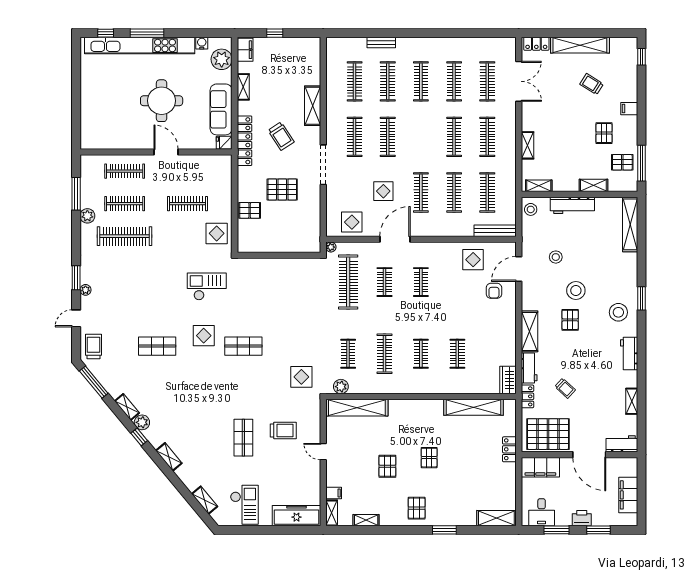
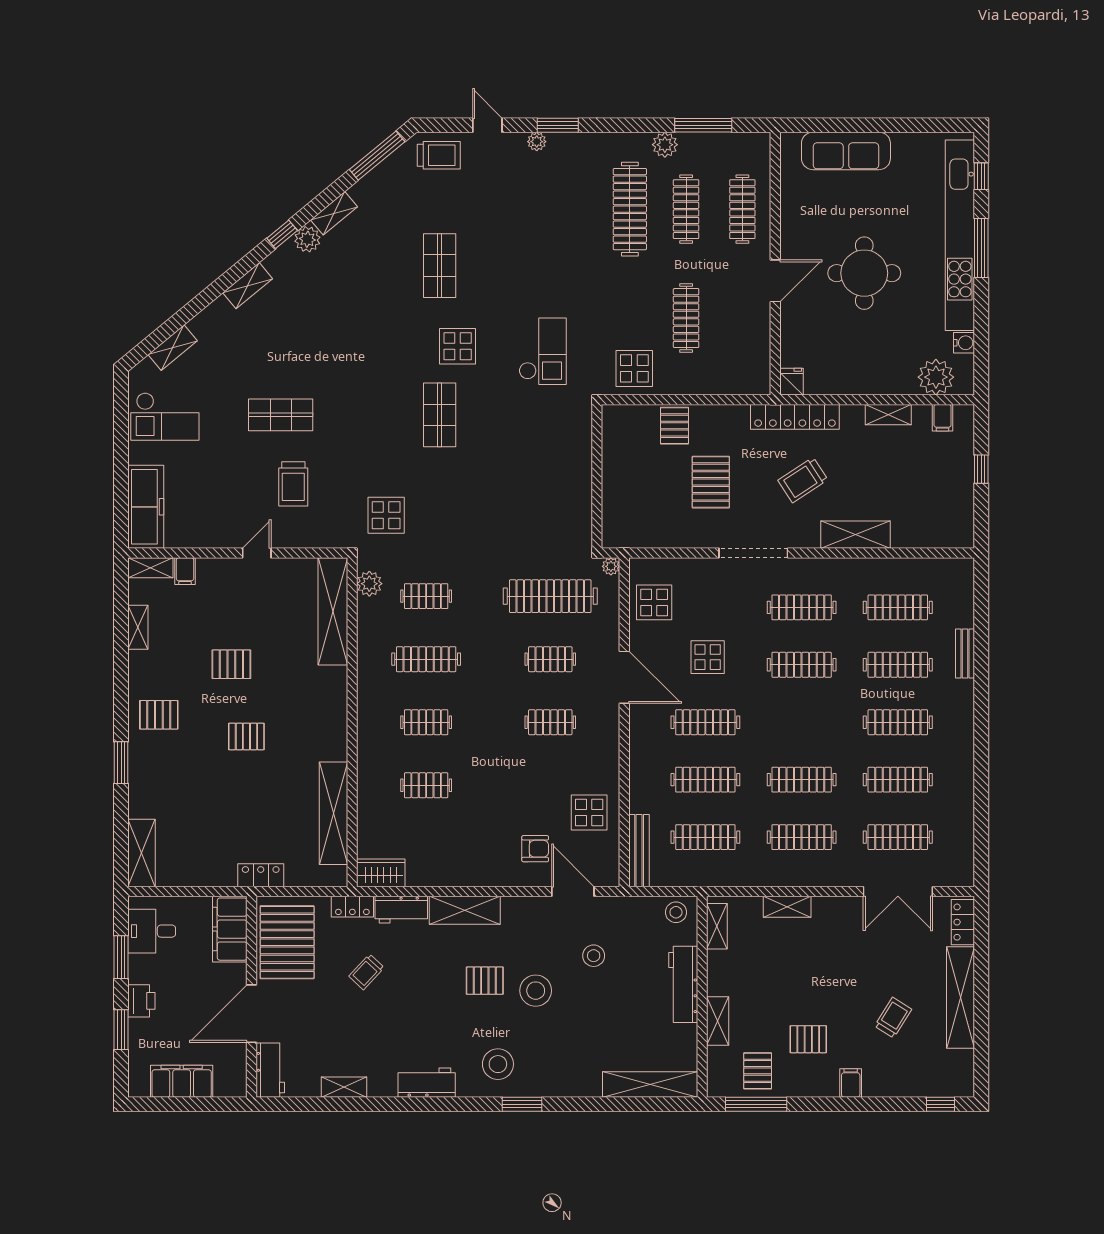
filing cabinet: (245, 50) -> (943, 418), width x0.50
sofa: (221, 109) -> (846, 151), moved, turned 180
armchair: (494, 291) -> (535, 849), turned 180

